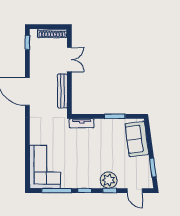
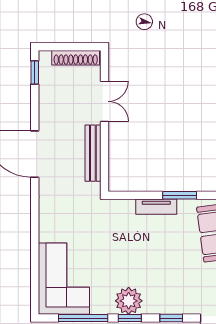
tv unit: (82, 123) -> (156, 207), moved
plant: (109, 180) -> (129, 301), moved

